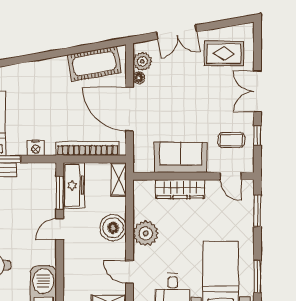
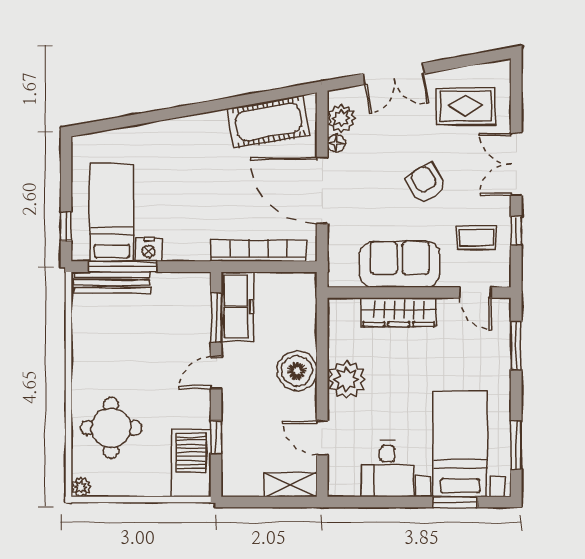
armchair: (198, 104) -> (426, 183), added
nightstand: (36, 148) -> (149, 250), moved
shelving: (119, 179) -> (305, 297), removed
window: (60, 271) -> (216, 437), added

